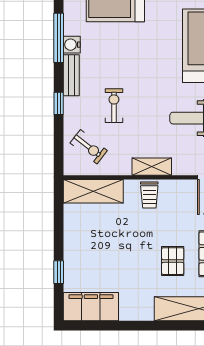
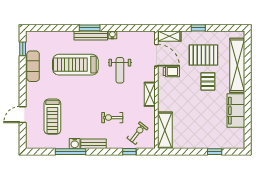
window: (59, 103) -> (129, 152), moved
trolley: (149, 195) -> (171, 71), moved
pallet: (173, 261) -> (208, 81), turned 90
filing cabinet: (91, 307) -> (236, 111), moved

